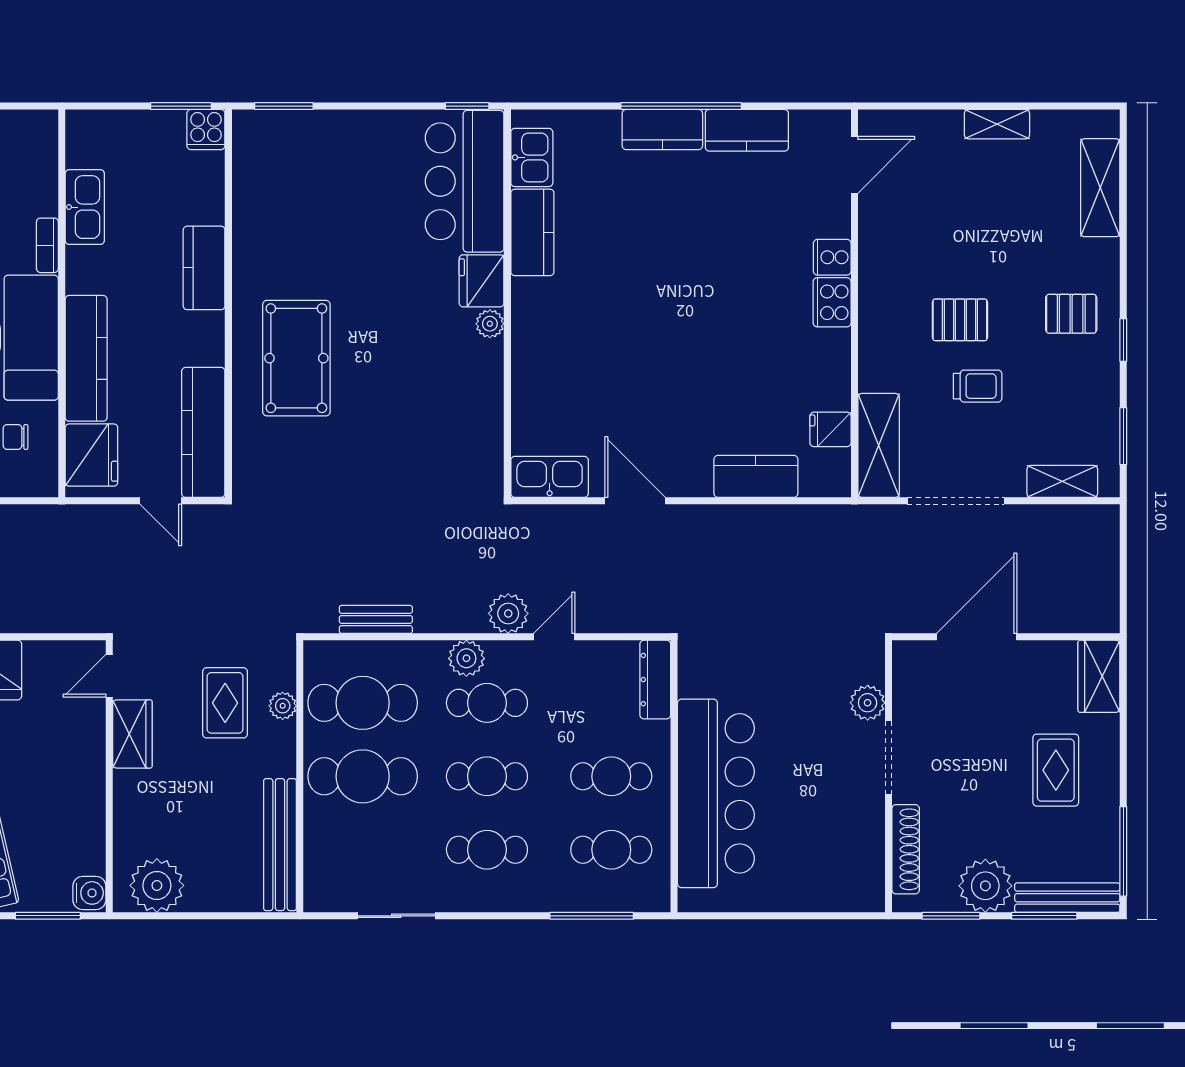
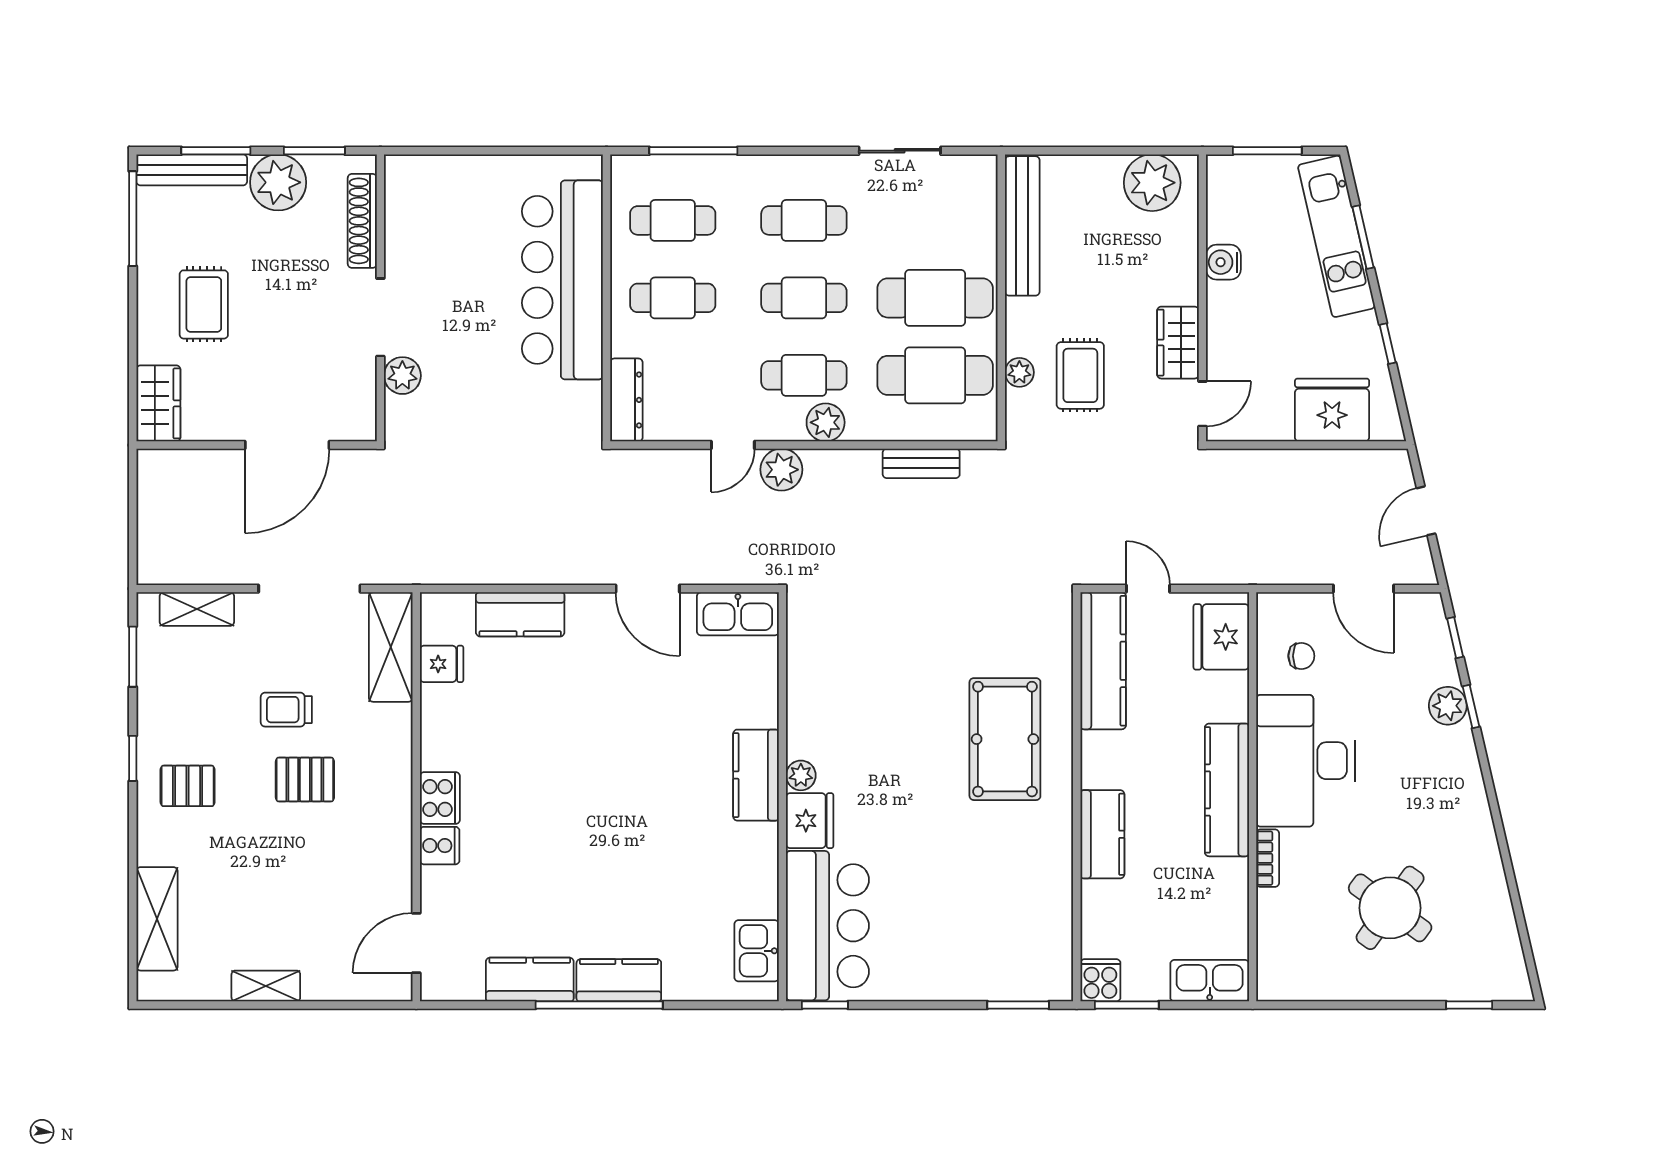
kitchen sink: (85, 207) -> (1210, 981), moved, turned 90
kitchen counter: (532, 232) -> (756, 775), moved
kitchen counter: (86, 358) -> (1227, 790), moved
water cooler: (89, 893) -> (1223, 262), moved

